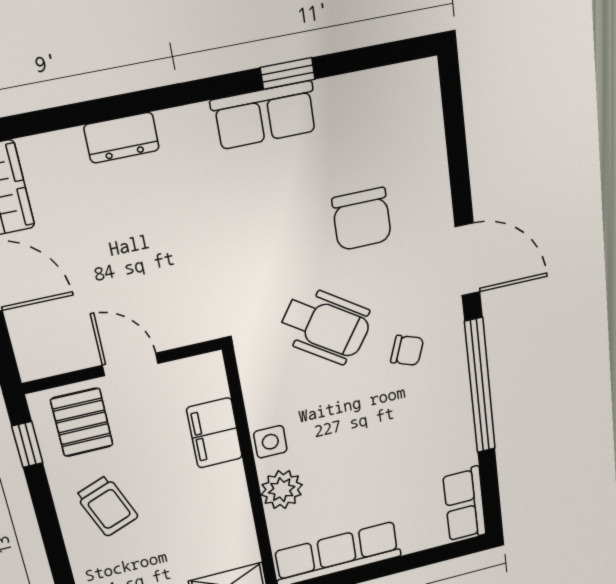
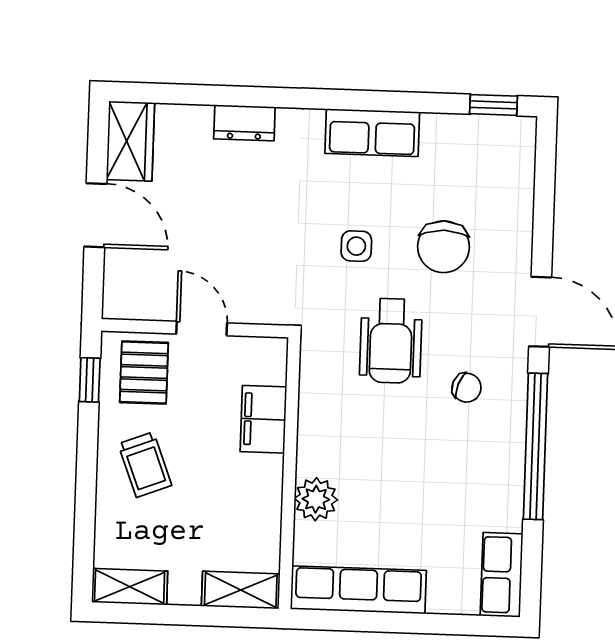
window: (288, 73) -> (493, 105), moved
wheelchair: (325, 326) -> (391, 341), turned 56
side table: (270, 442) -> (356, 246), moved

